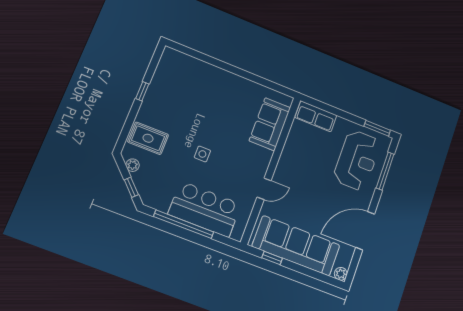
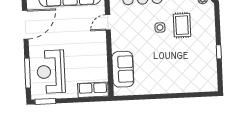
rug: (148, 138) -> (182, 25), moved, turned 90

